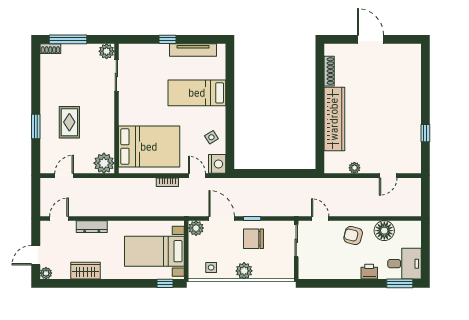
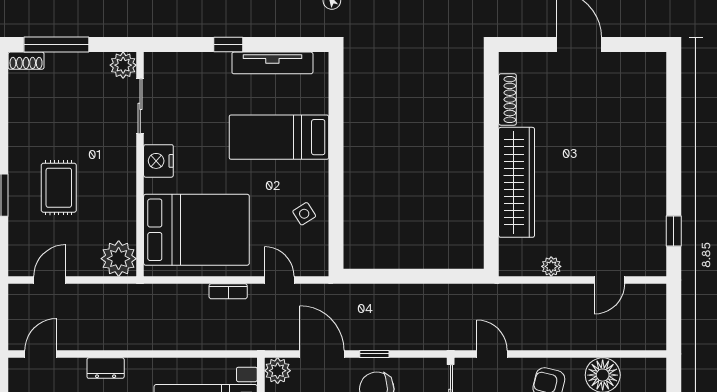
window: (425, 133) -> (674, 231), moved
nightstand: (217, 164) -> (158, 161), moved, turned 180
dresser: (92, 227) -> (106, 368), width x0.70

